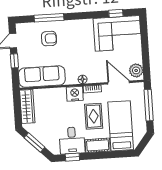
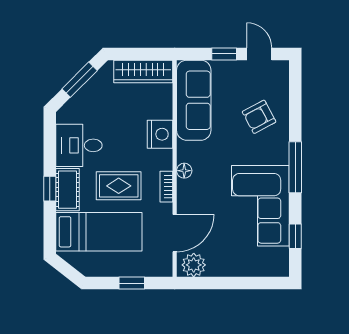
window: (49, 18) -> (295, 167), moved
corner sofa: (117, 33) -> (260, 206), moved
armchair: (49, 39) -> (259, 117), turned 62
nightstand: (75, 94) -> (160, 134), moved
window: (149, 105) -> (132, 283), width x0.46
window: (72, 157) -> (50, 189), moved

